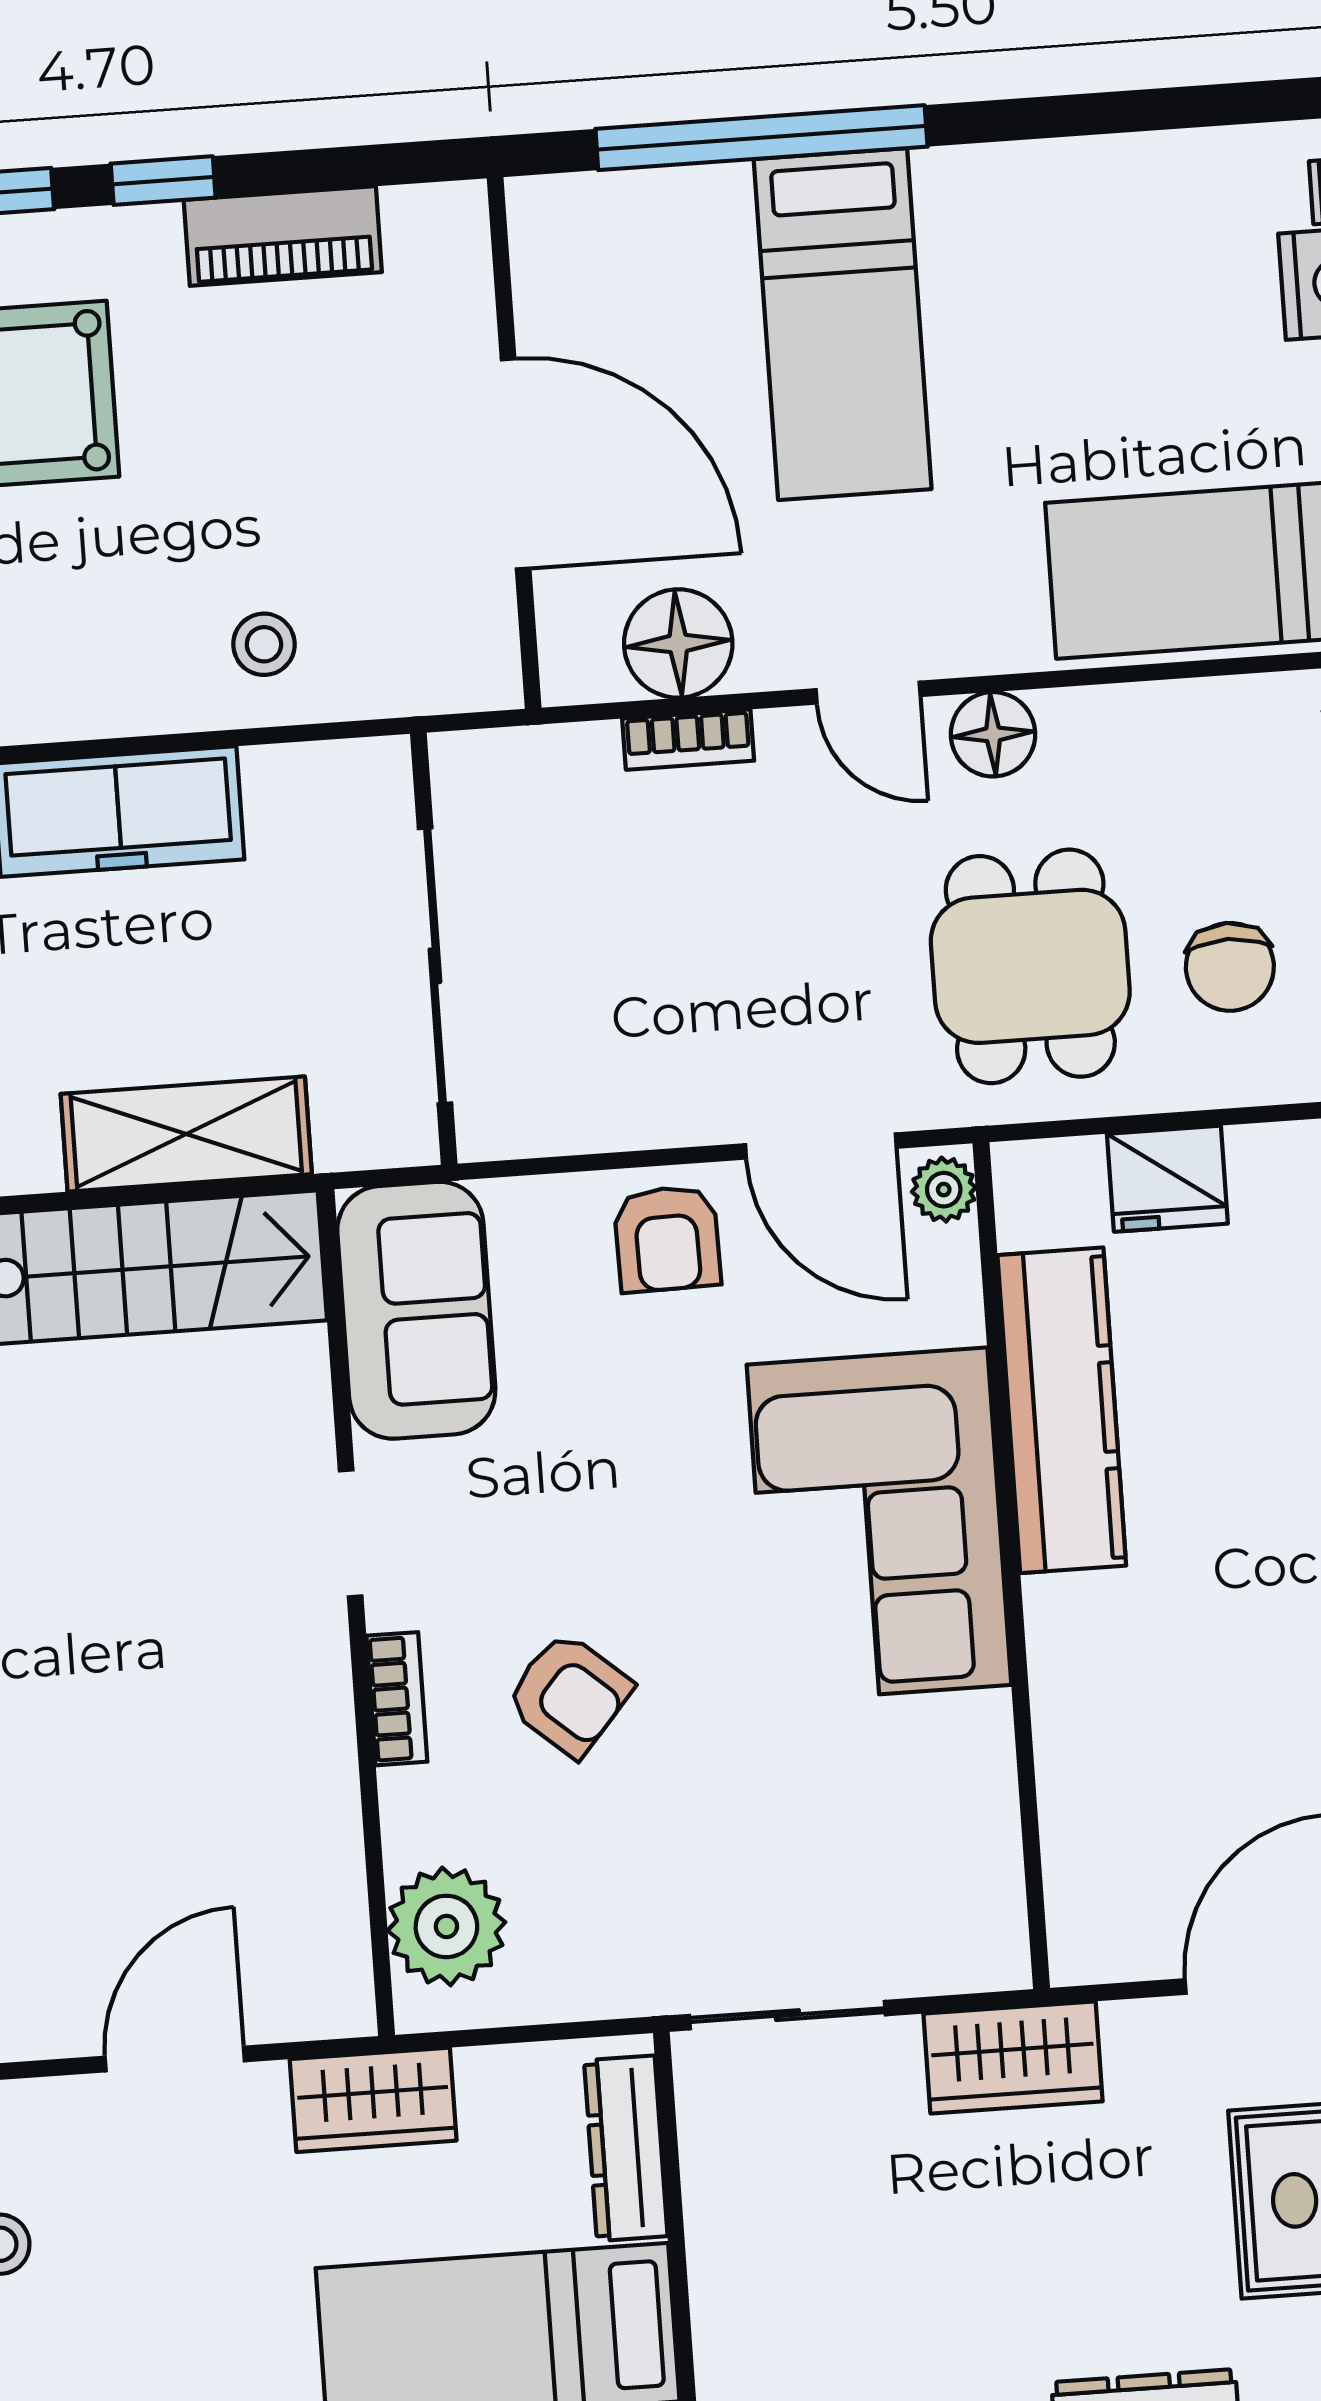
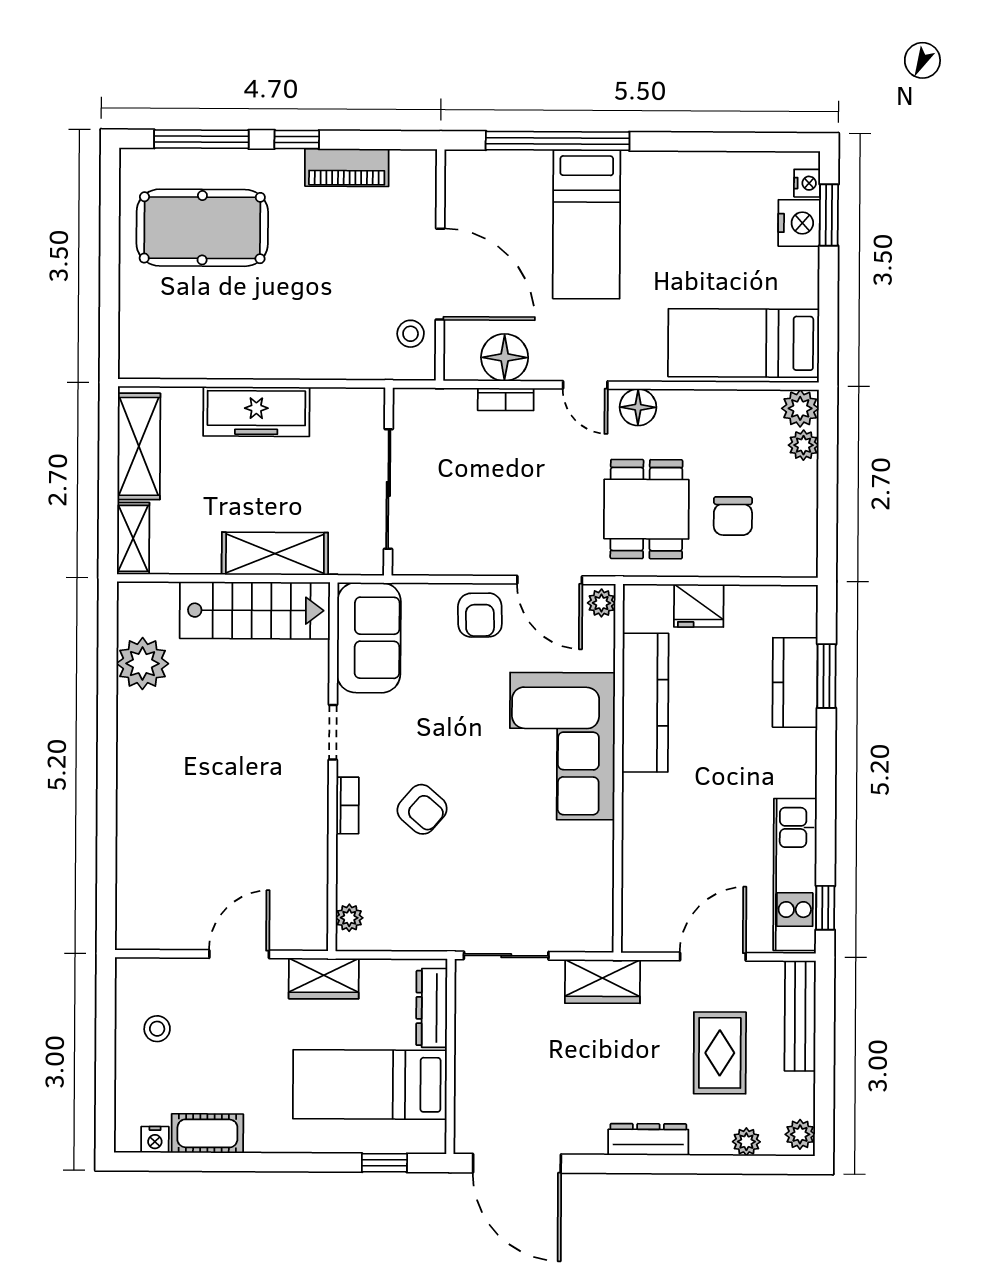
stool: (264, 644) -> (411, 334), moved
plant: (446, 1926) -> (349, 918), width x0.53, depth x0.53

